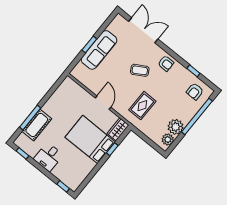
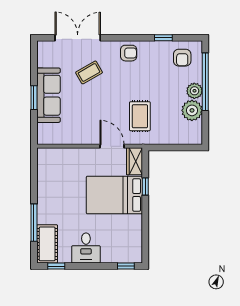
coffee table: (140, 70) -> (89, 72), moved
door: (103, 103) -> (112, 146), moved
cot: (37, 125) -> (47, 244), moved
plant: (168, 139) -> (194, 91), moved

